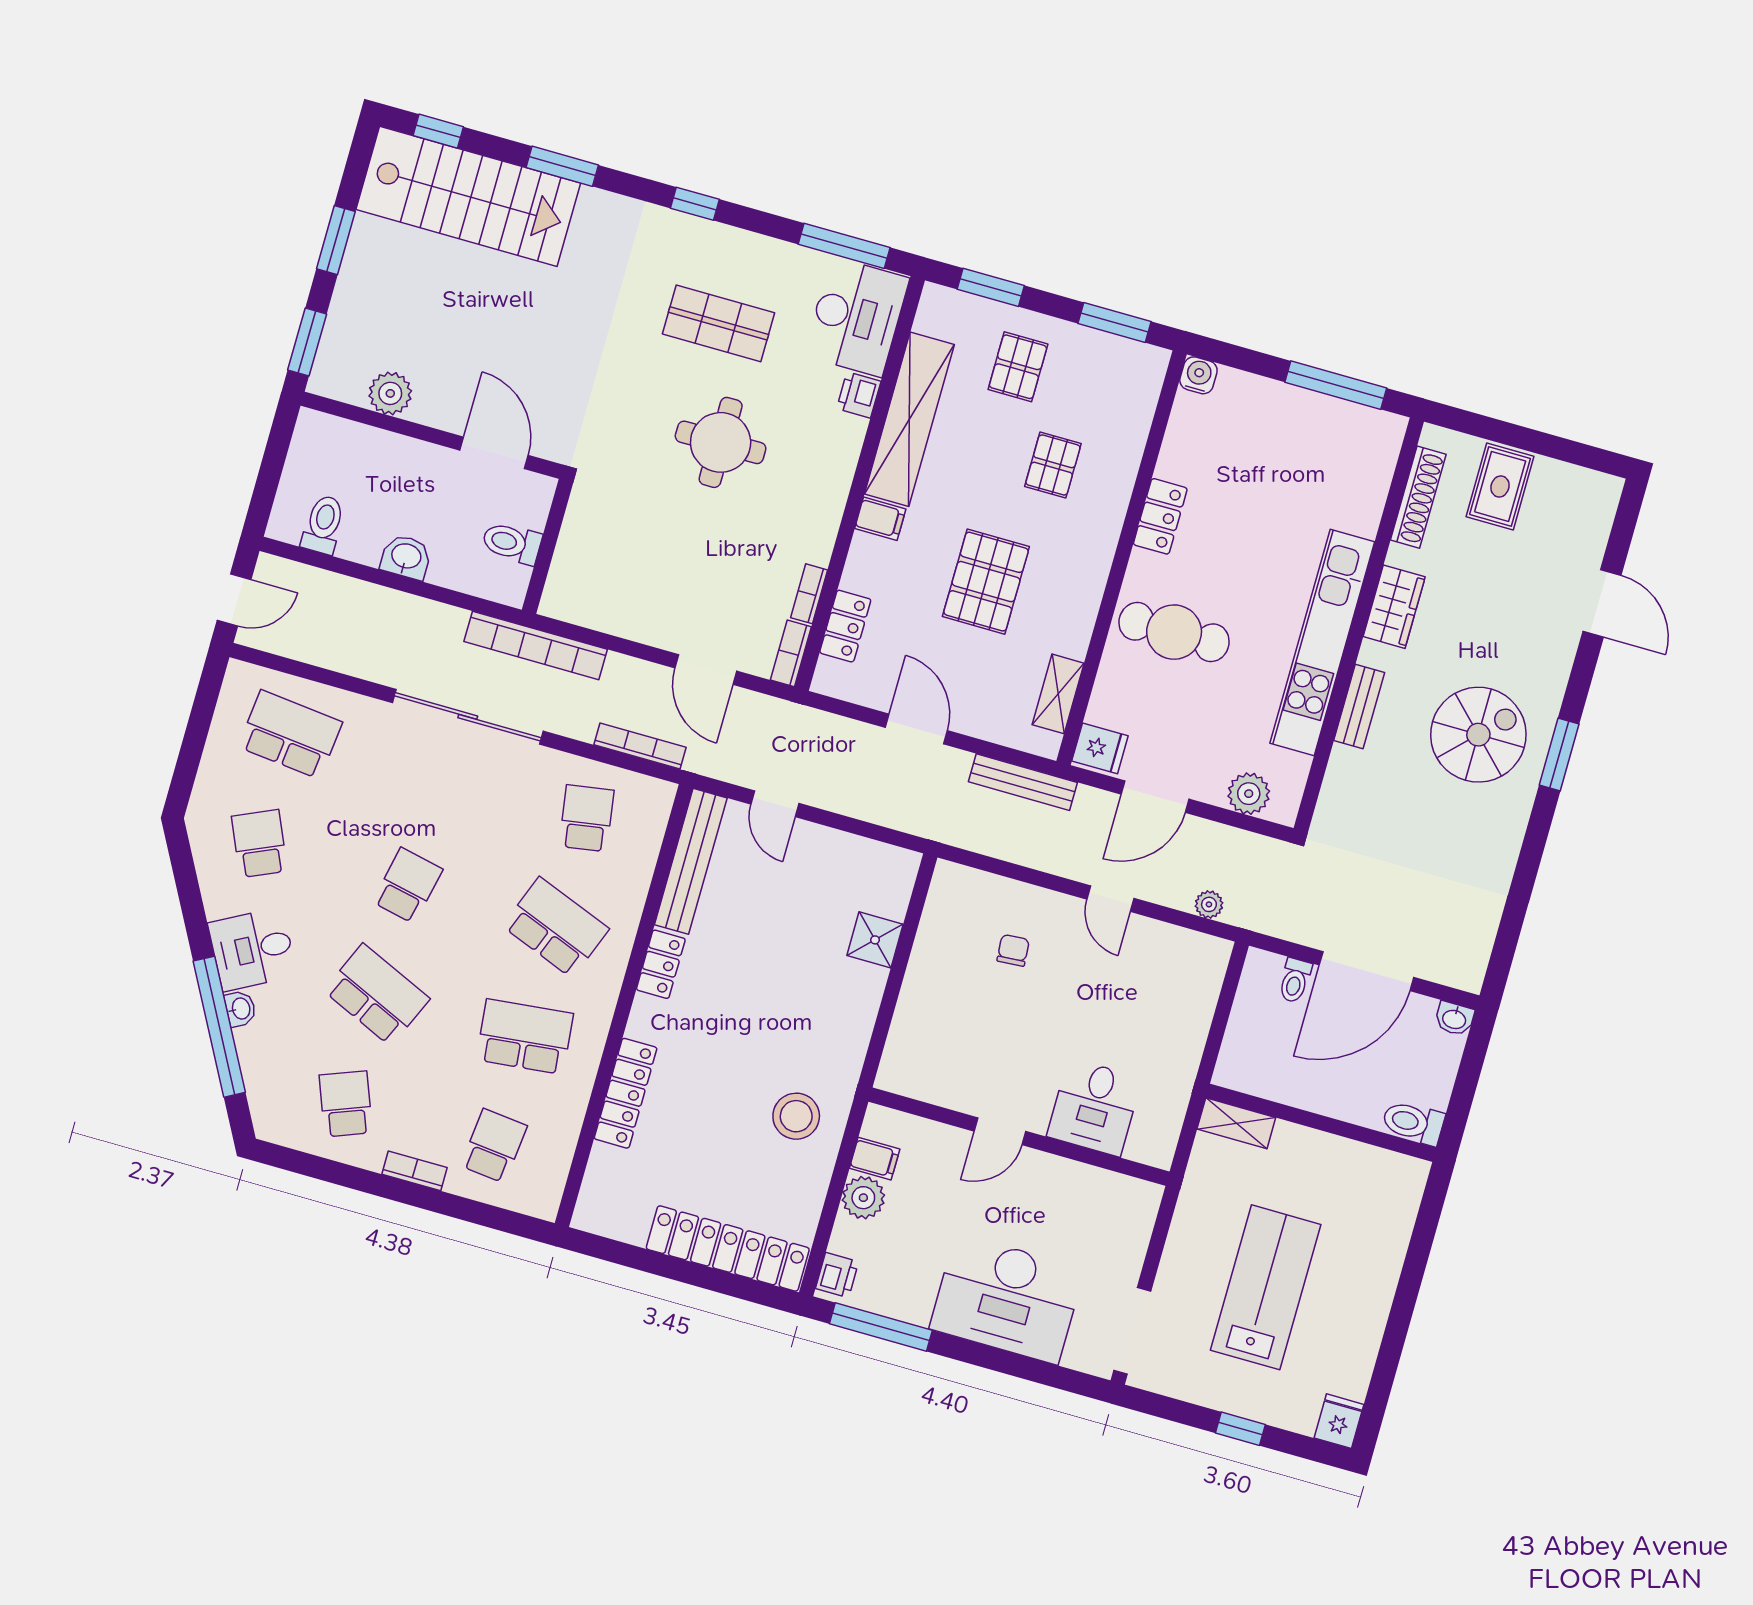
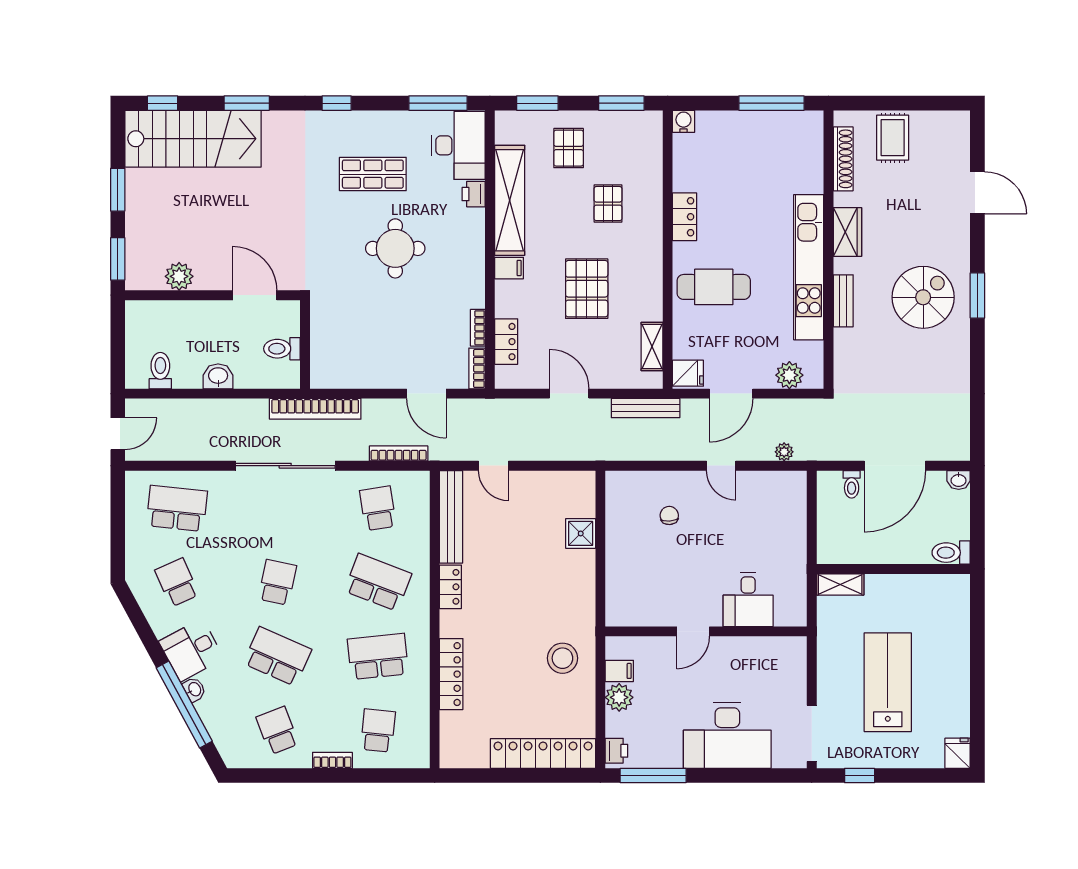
window: (1240, 1429) -> (860, 775), moved

